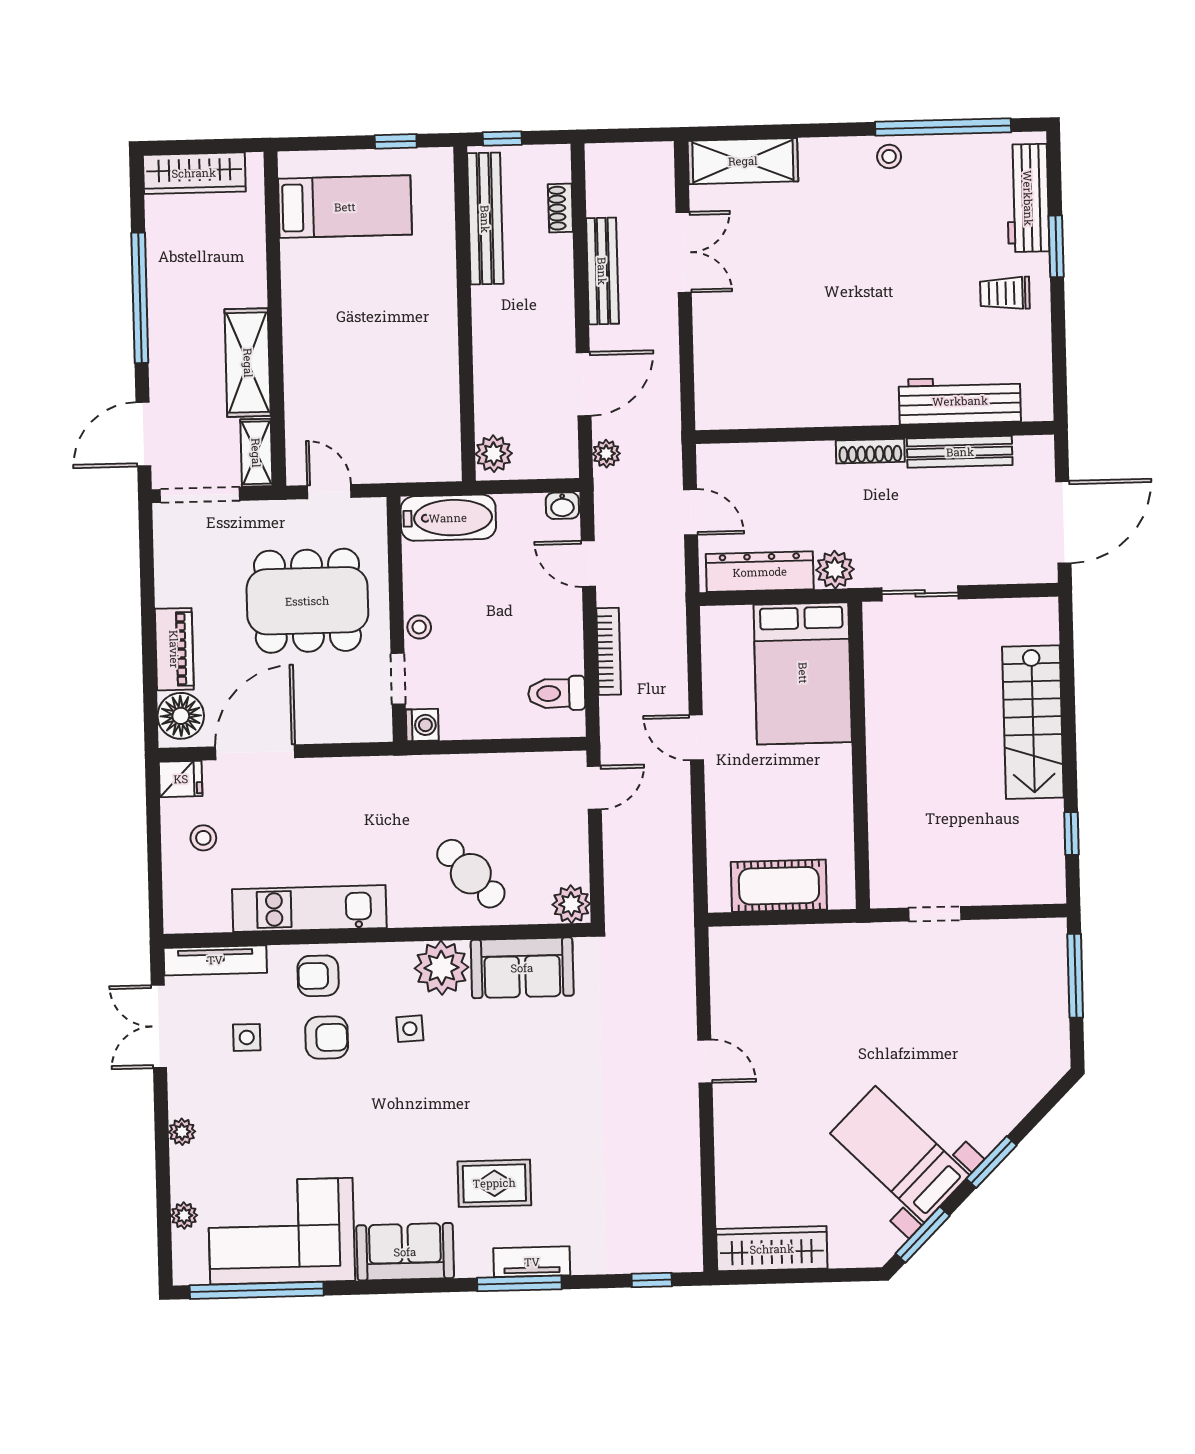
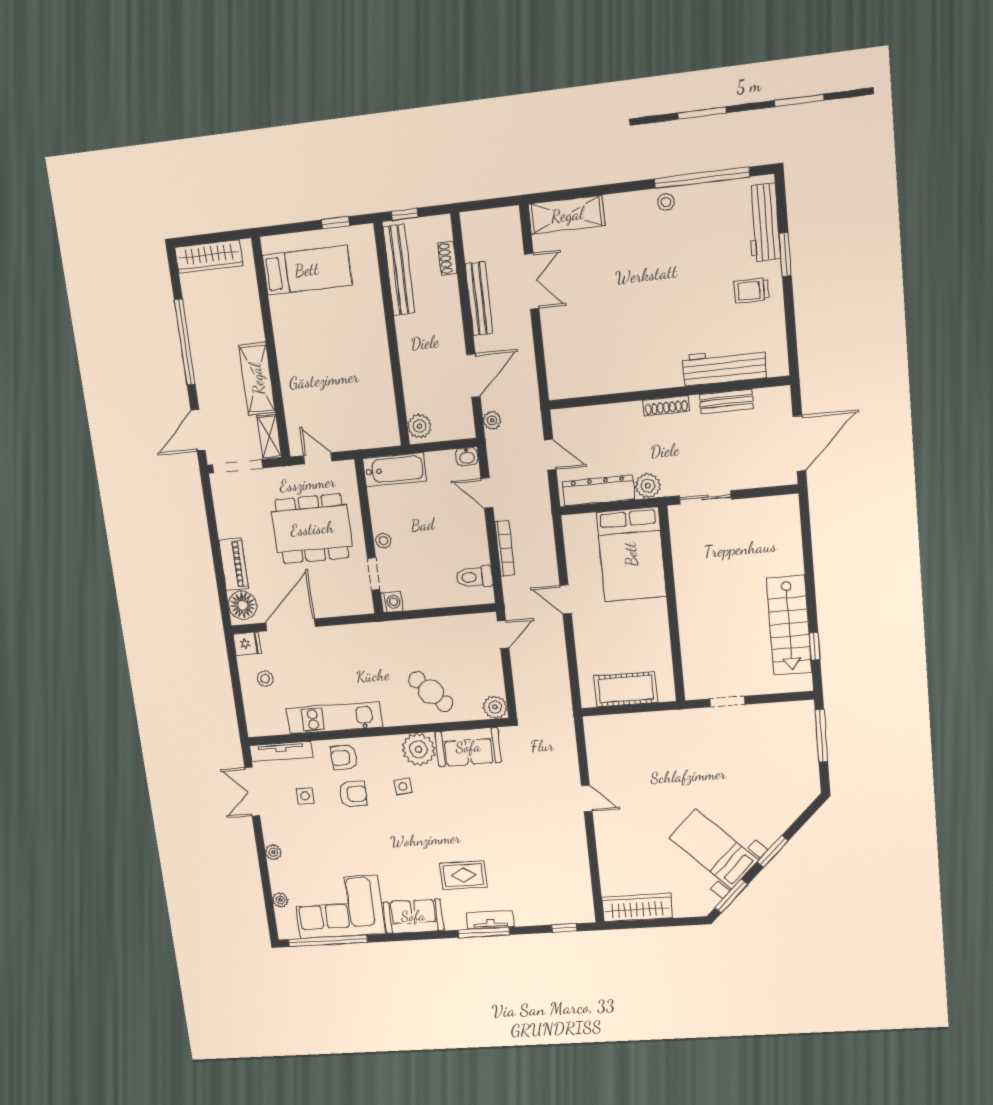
bench: (960, 452) -> (726, 401), width x0.73
stairs: (1033, 722) -> (789, 625), moved

